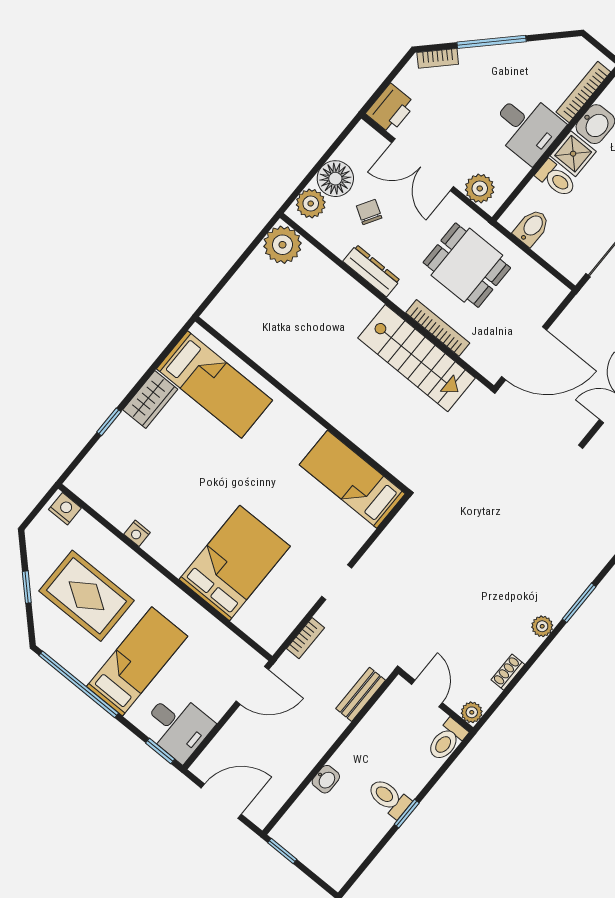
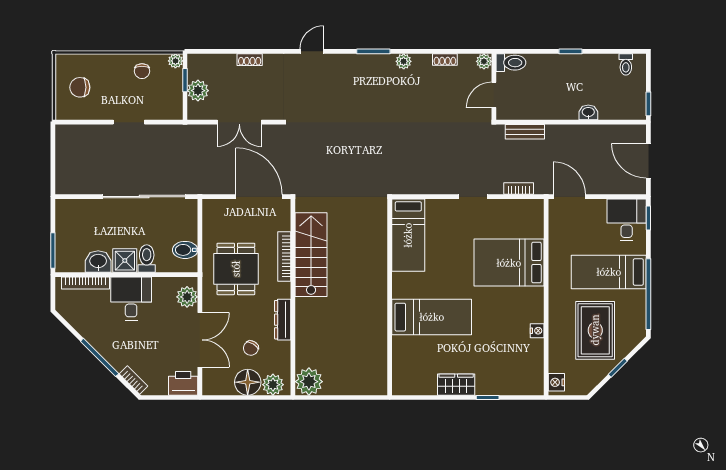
bed: (214, 385) -> (432, 317), moved, turned 90
toilet: (389, 798) -> (626, 64), moved, width x0.73, depth x0.72

